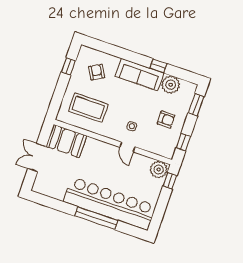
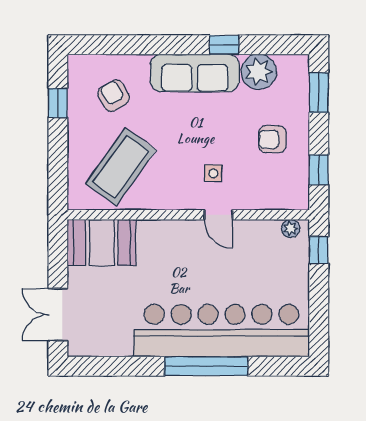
coffee table: (88, 108) -> (121, 167), turned -54
armchair: (166, 120) -> (272, 139), turned 180
double door: (37, 158) -> (58, 315), moved
plant: (159, 170) -> (291, 229), width x0.53, depth x0.53

